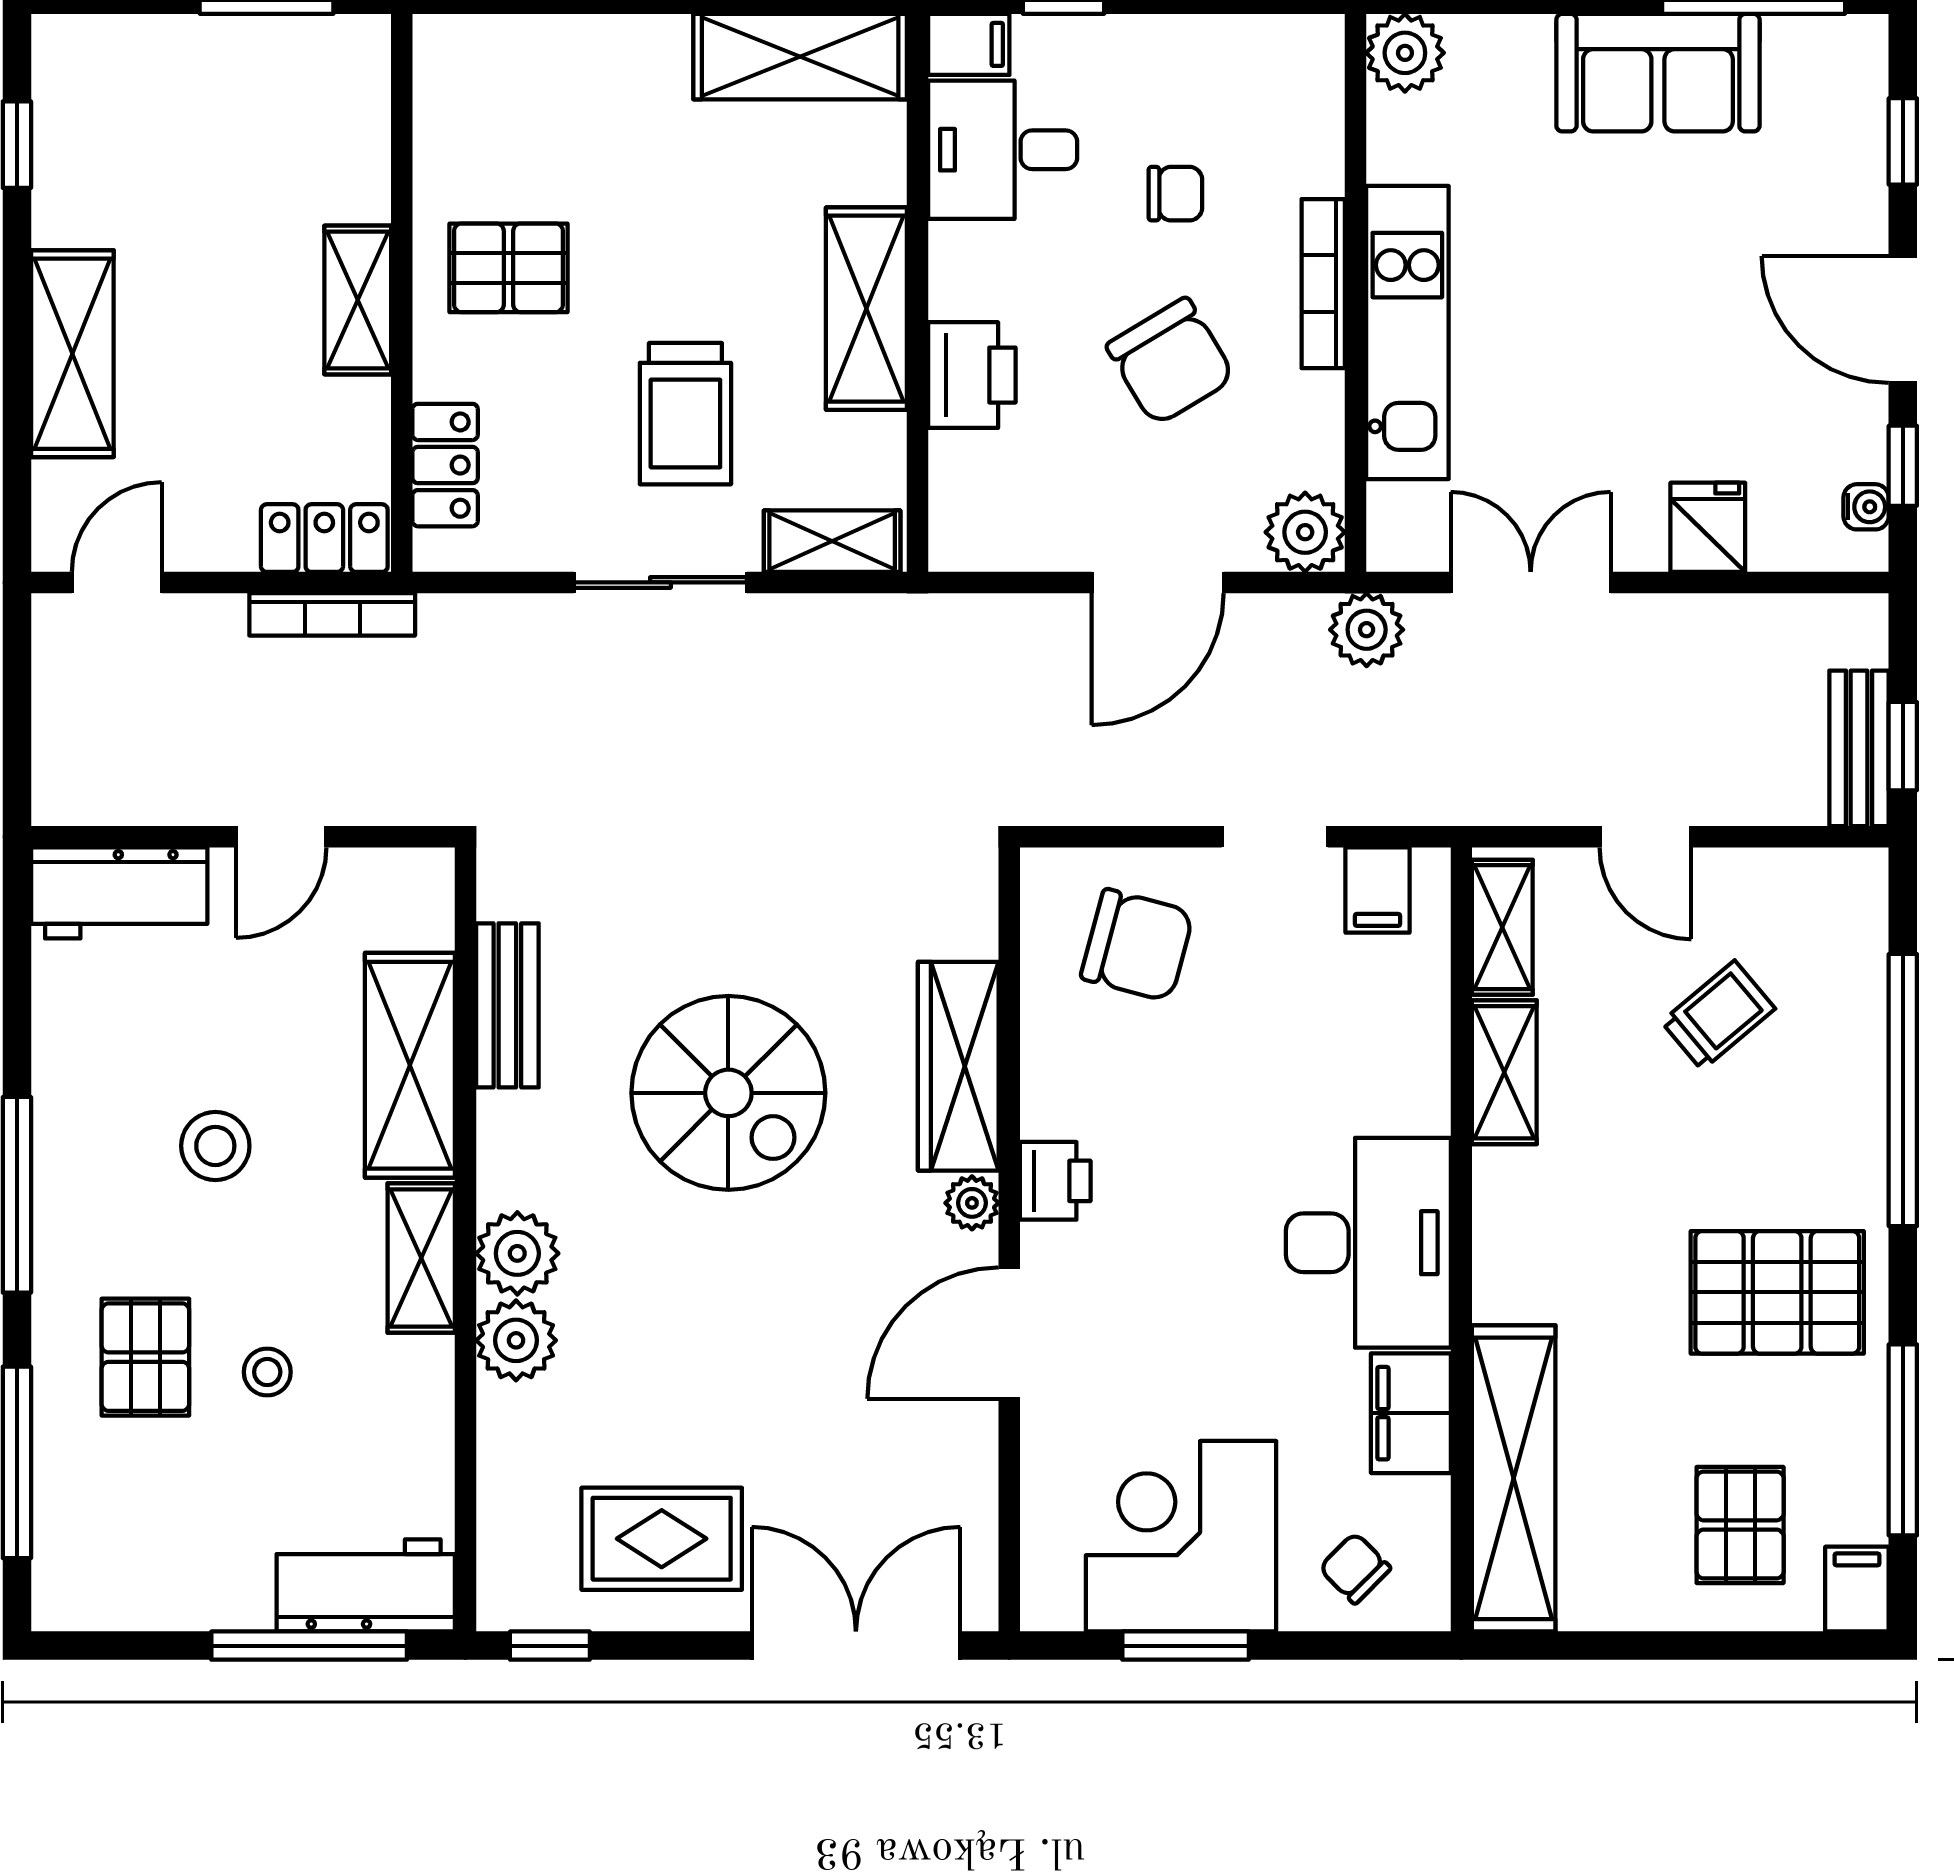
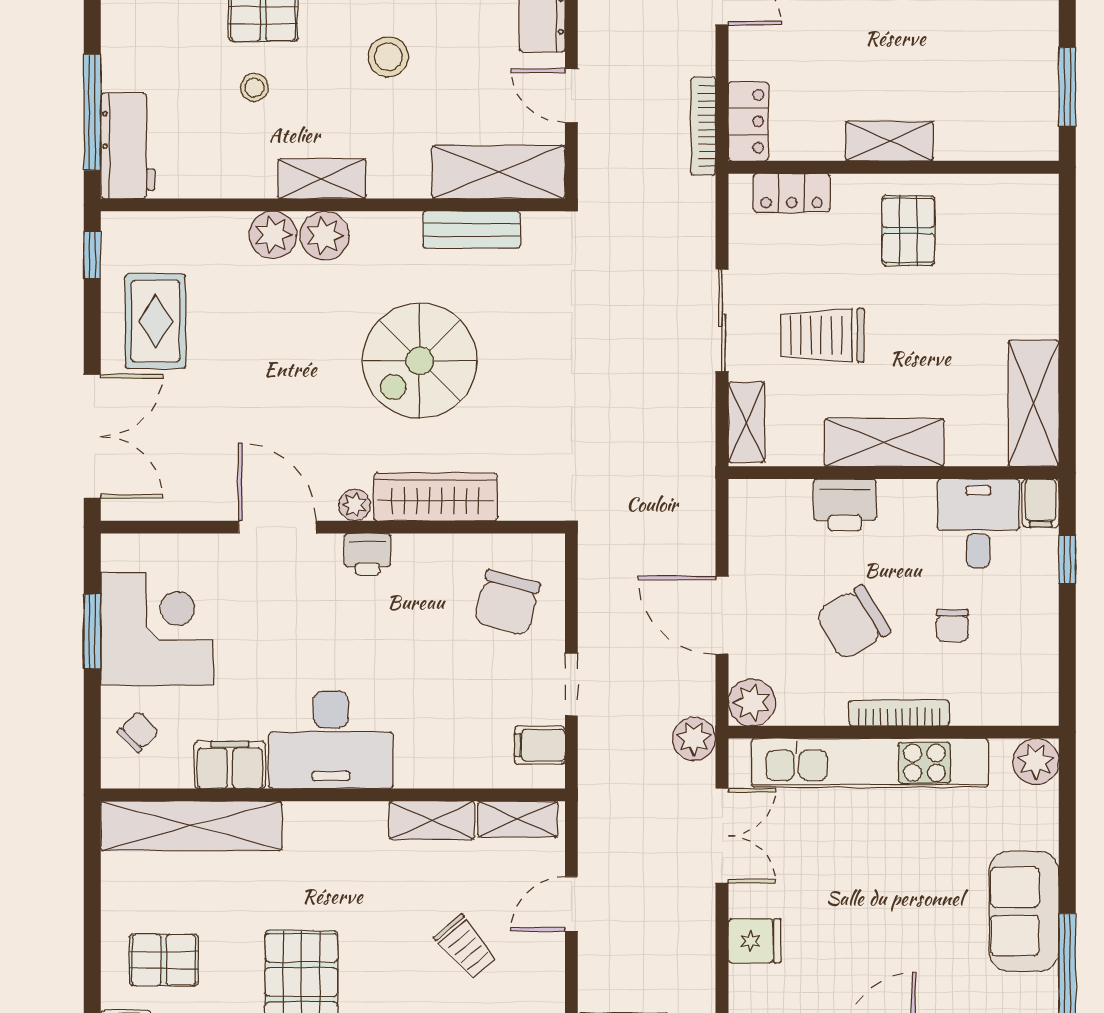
kitchen unit: (1407, 333) -> (870, 763), width x1.36
shelving: (410, 1065) -> (498, 172), moved

